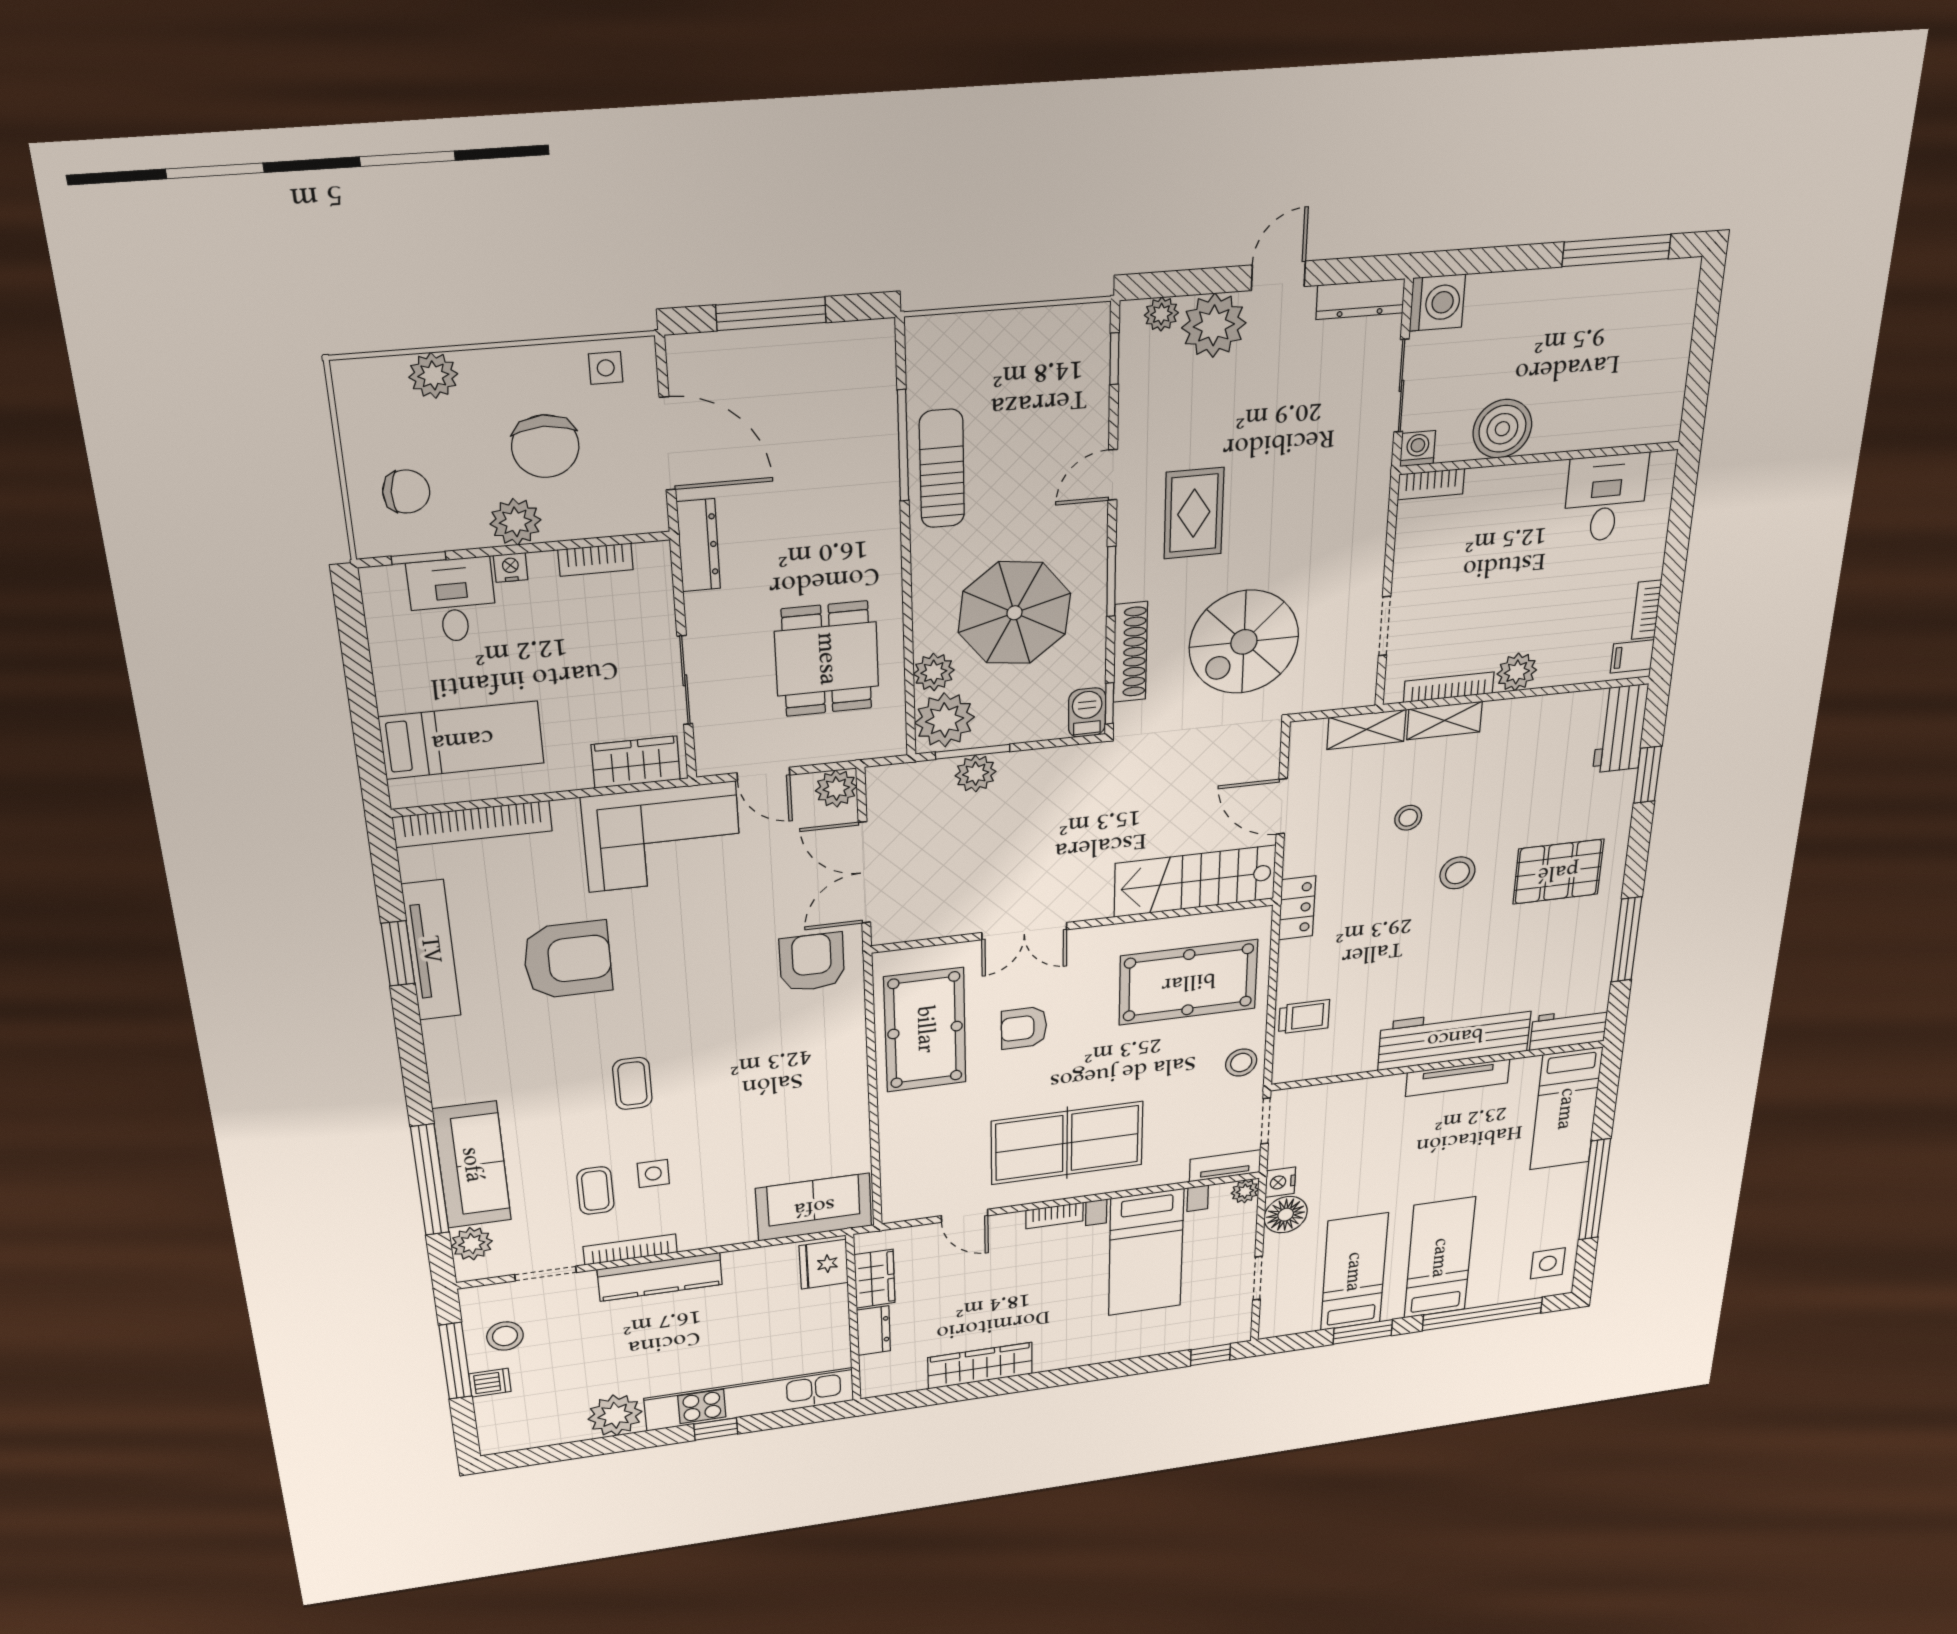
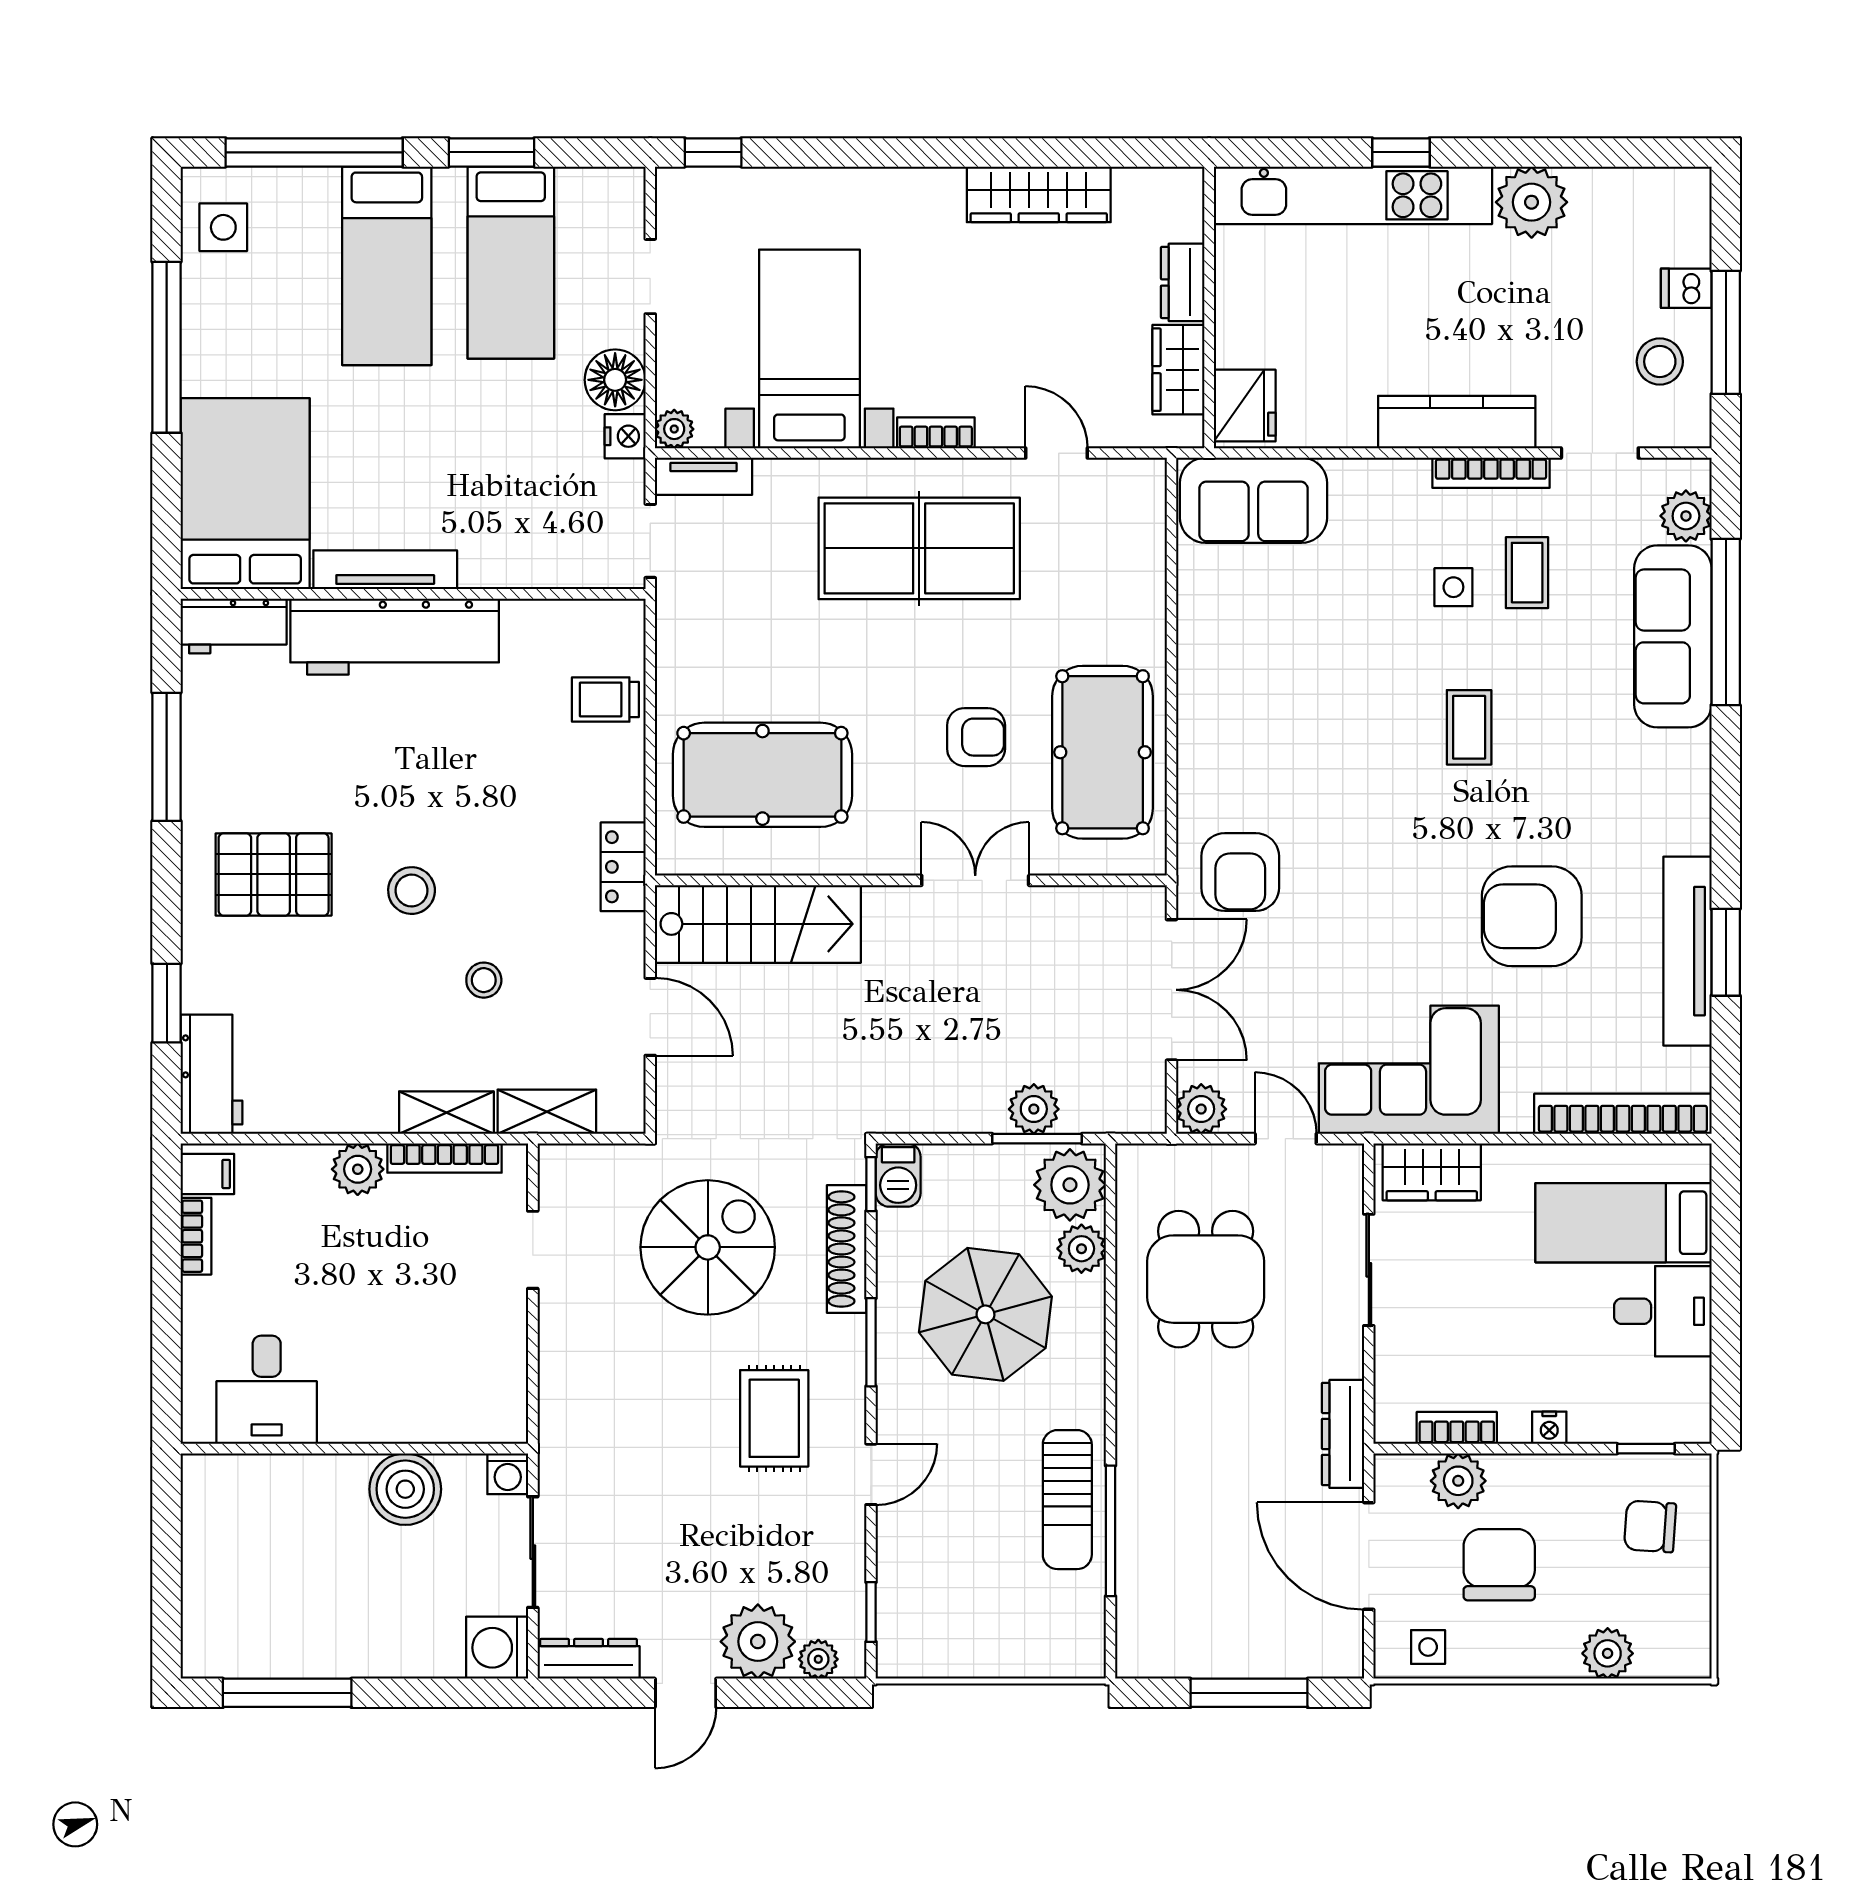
bookcase: (1431, 484) -> (488, 1428), removed
plant: (515, 522) -> (1458, 1481), moved
desk: (452, 600) -> (1663, 1311), moved, turned -90
stool: (1241, 1063) -> (688, 640), removed
bed: (1566, 1109) -> (245, 494), width x1.50

